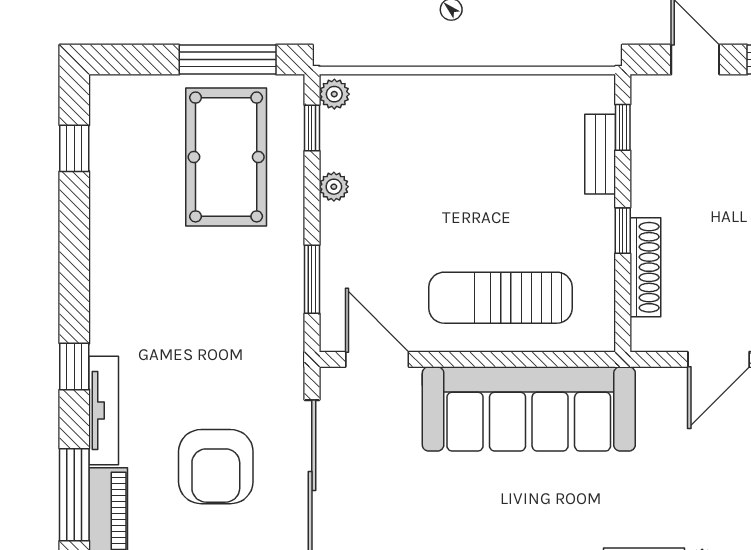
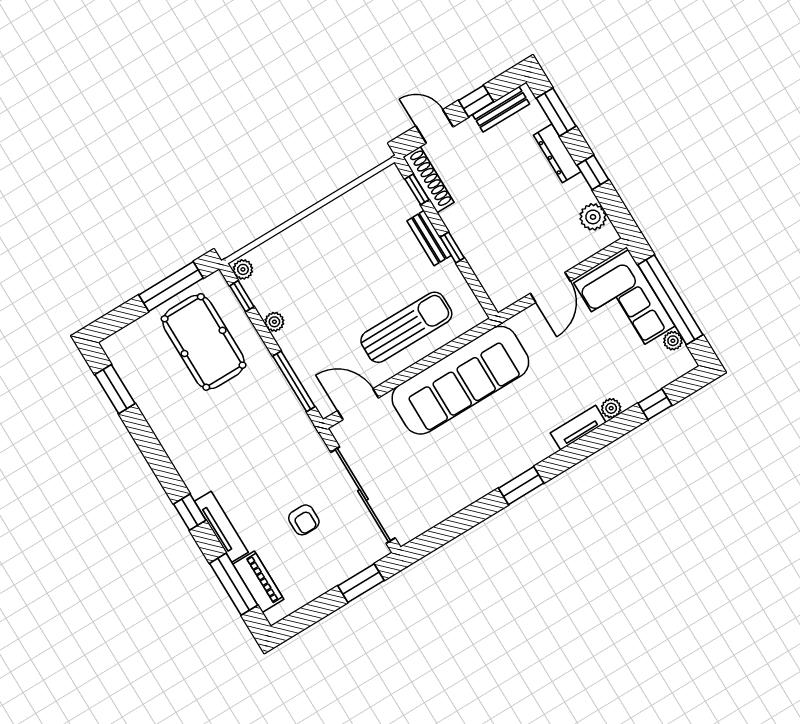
window: (74, 148) -> (115, 389), width x1.50
bench: (600, 154) -> (429, 238), moved
shoe rack: (645, 267) -> (428, 180), moved
window: (312, 279) -> (294, 381), width x1.44
sun lounger: (501, 298) -> (406, 327), turned 180
armchair: (216, 467) -> (304, 520), width x0.53, depth x0.53

